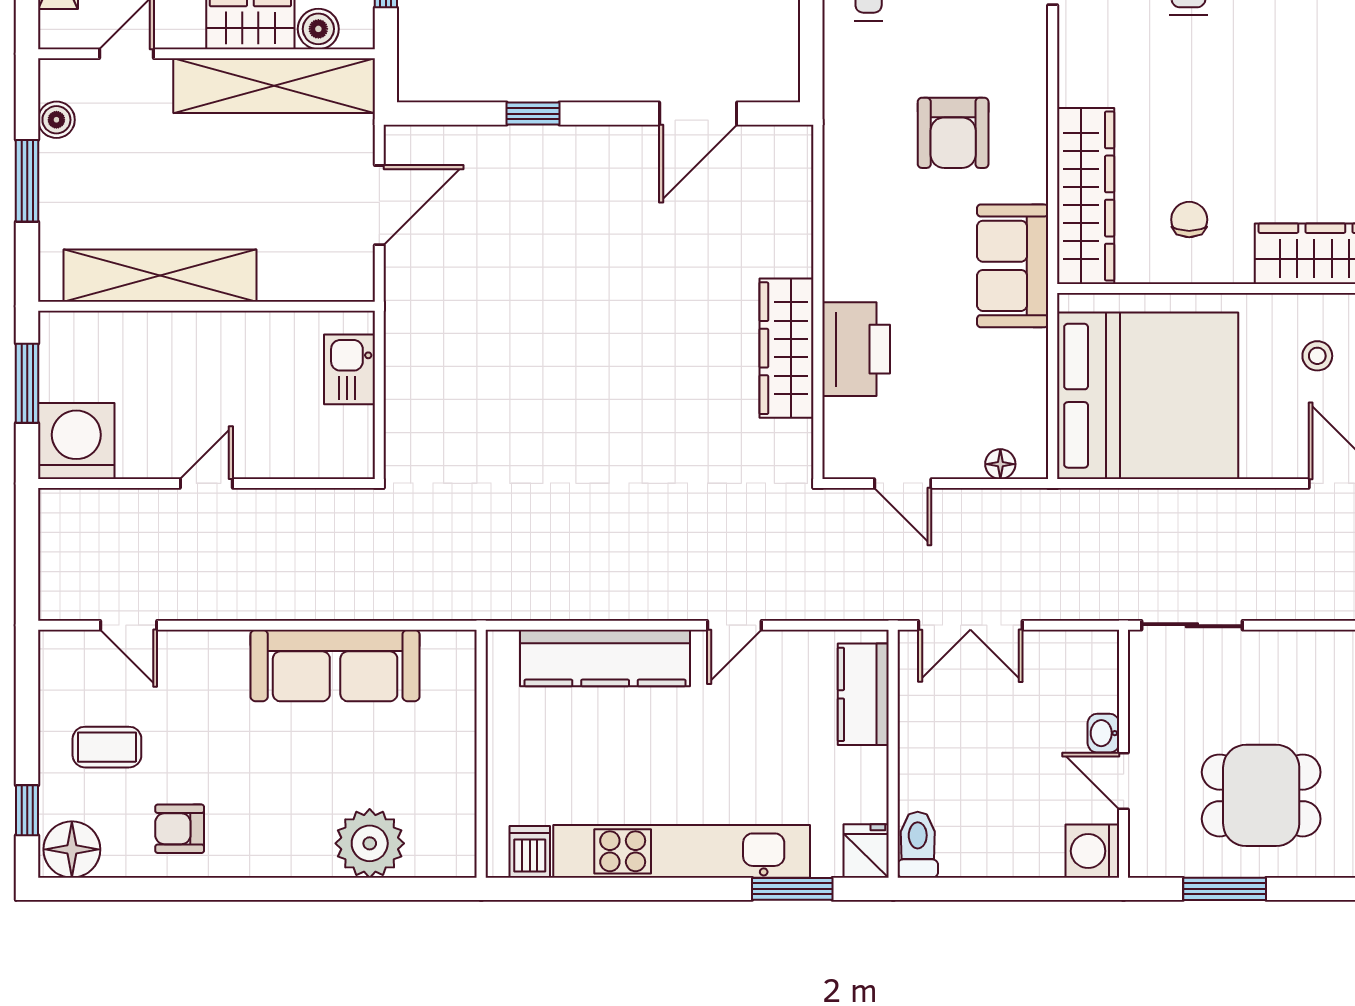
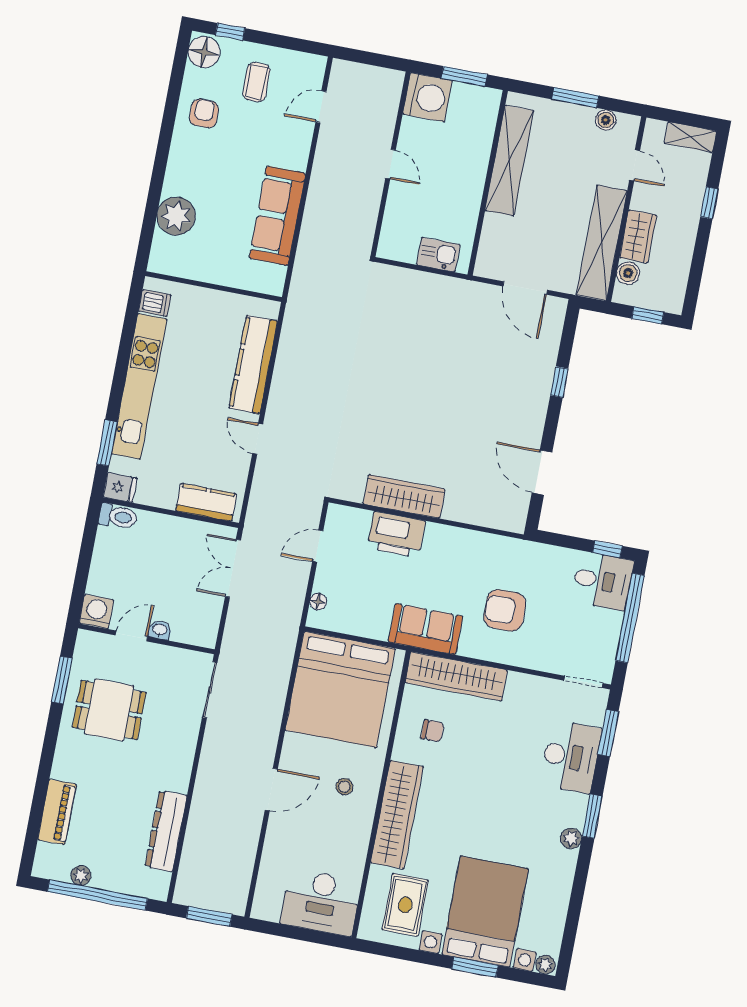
dining table: (1261, 795) -> (109, 710), turned 90

